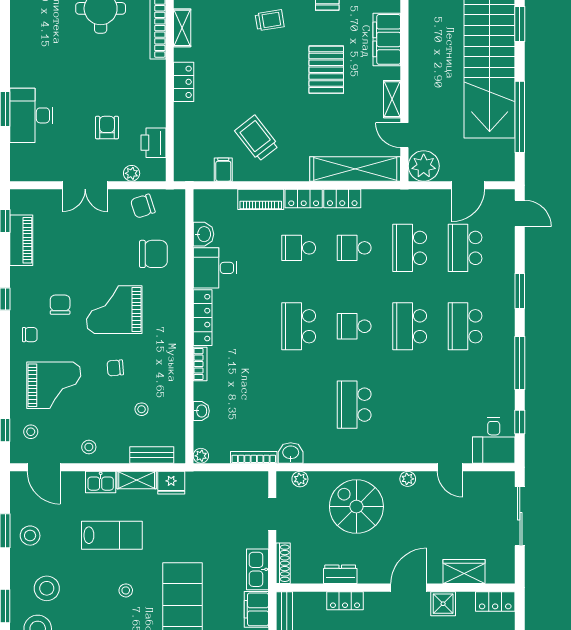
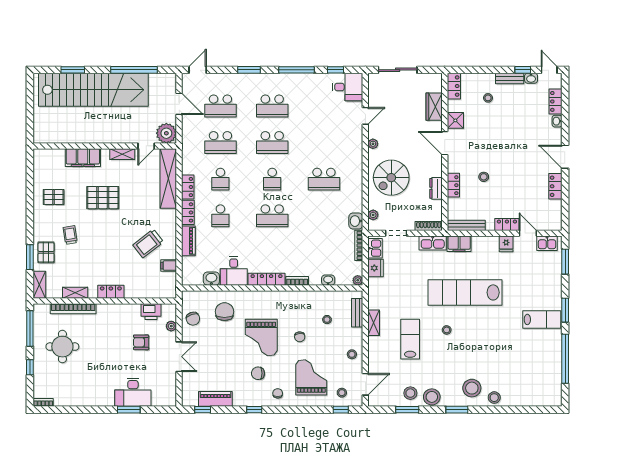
kitchen sink: (101, 482) -> (375, 248), moved
fridge: (171, 483) -> (375, 268), moved
stool: (47, 588) -> (432, 397), moved

